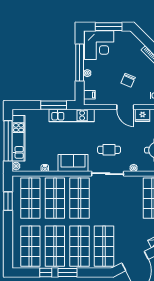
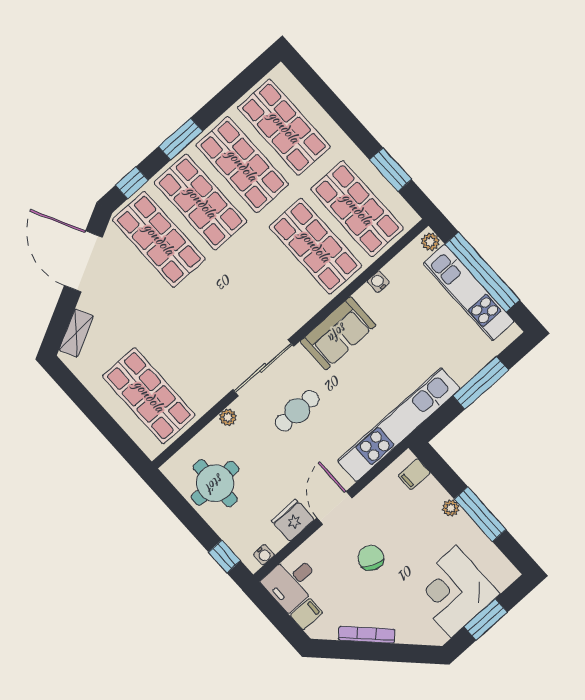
window: (109, 27) -> (486, 619), width x0.69
corner desk: (99, 45) -> (454, 591), moved
window: (80, 62) -> (480, 514), width x0.68
window: (54, 105) -> (481, 383), moved
door: (125, 107) -> (334, 508), hinge flipped
kitchen unit: (72, 116) -> (399, 425), width x1.36
shop shelf: (79, 198) -> (274, 284), removed
window: (46, 273) -> (132, 183), moved

